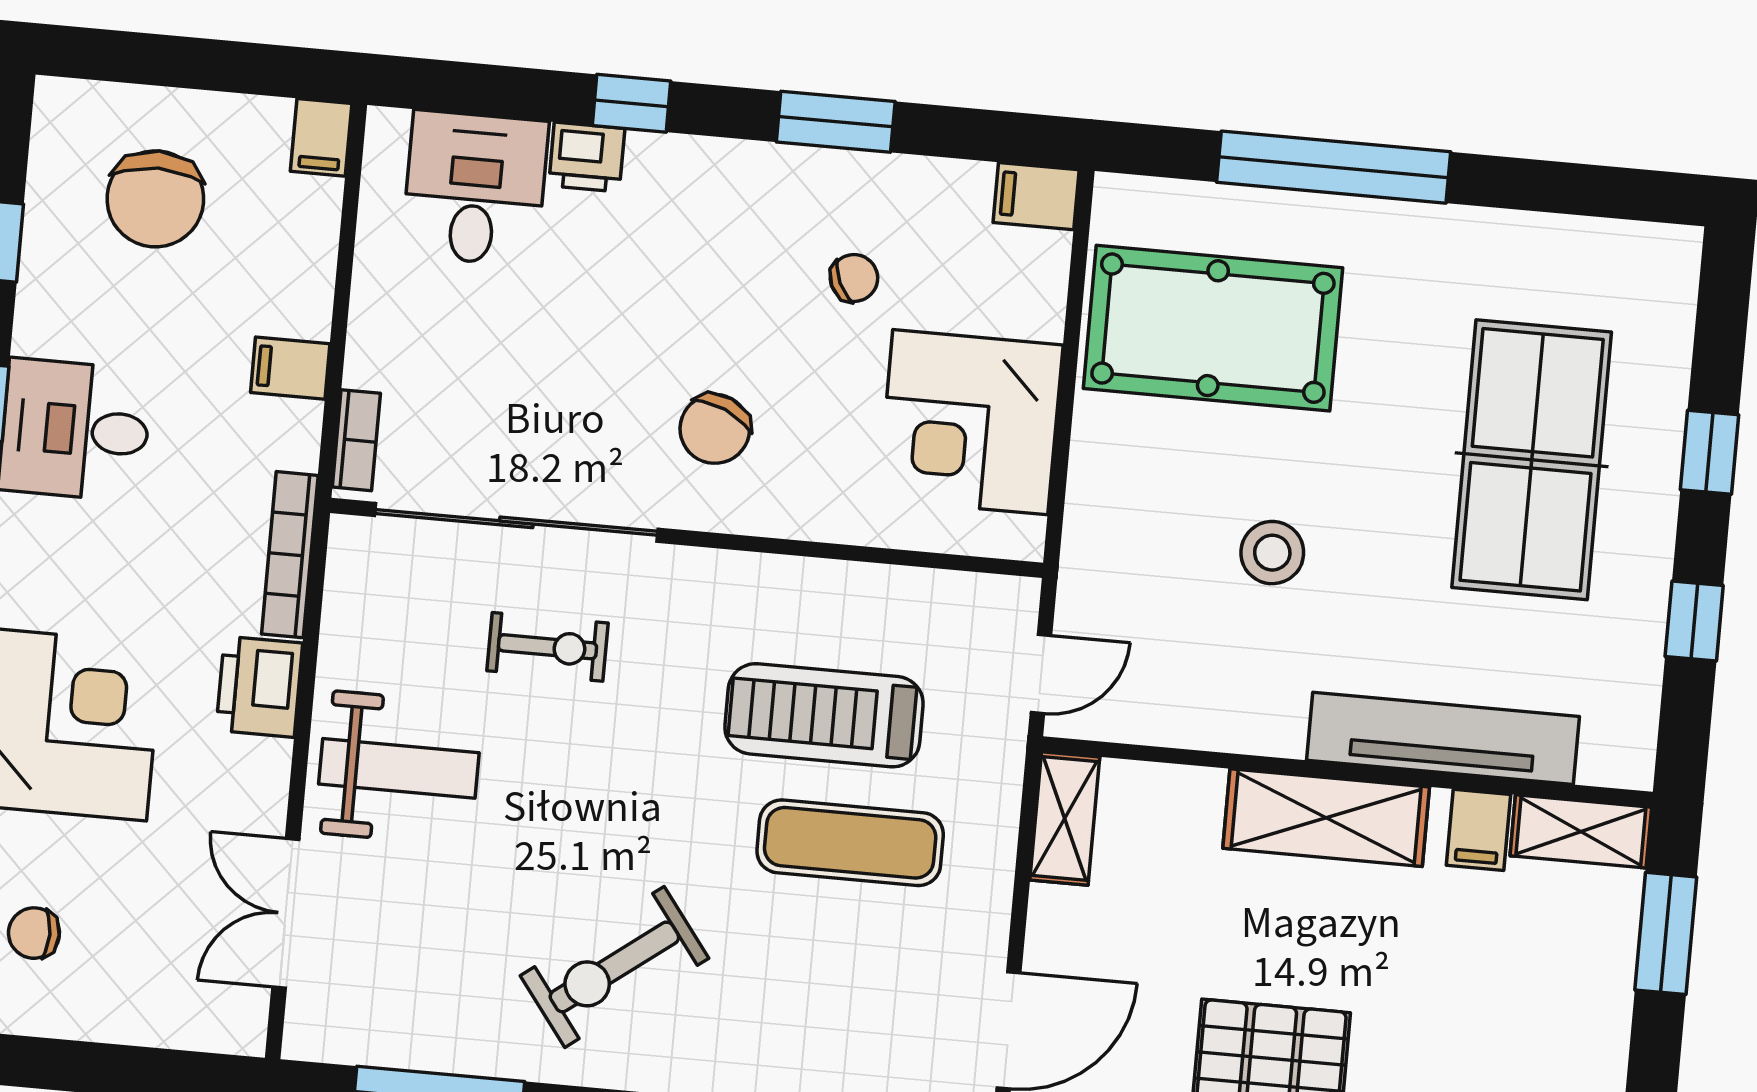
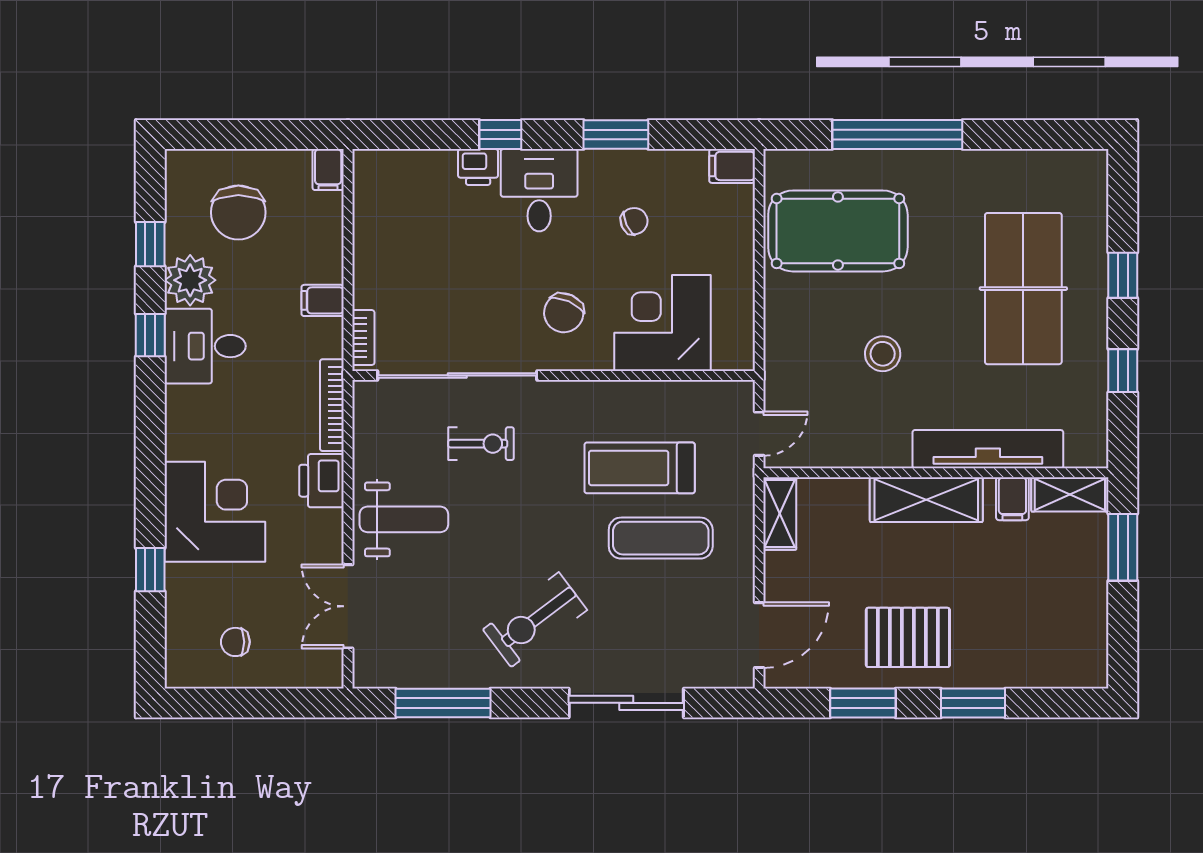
desk: (475, 188) -> (539, 190), moved
plant: (59, 311) -> (190, 280), added
corner desk: (970, 422) -> (663, 323), moved, turned 90
chair: (34, 933) -> (235, 642), moved

